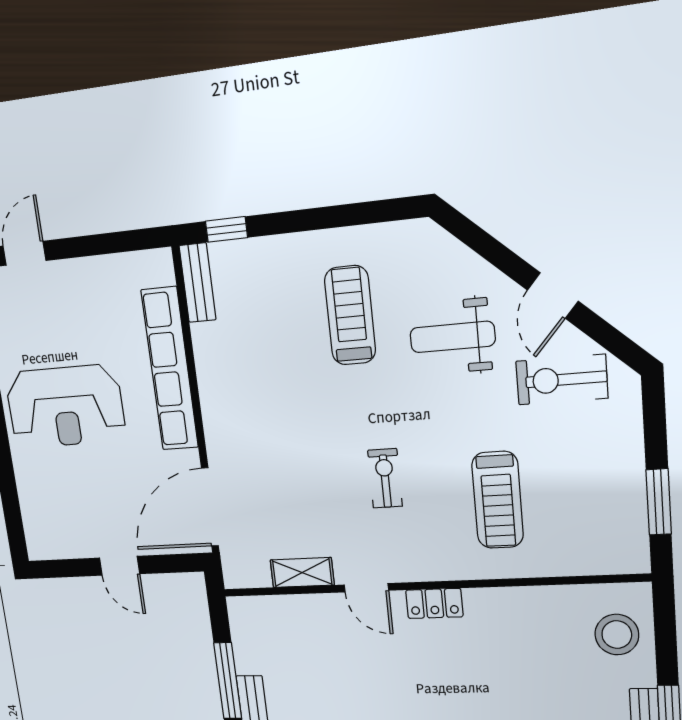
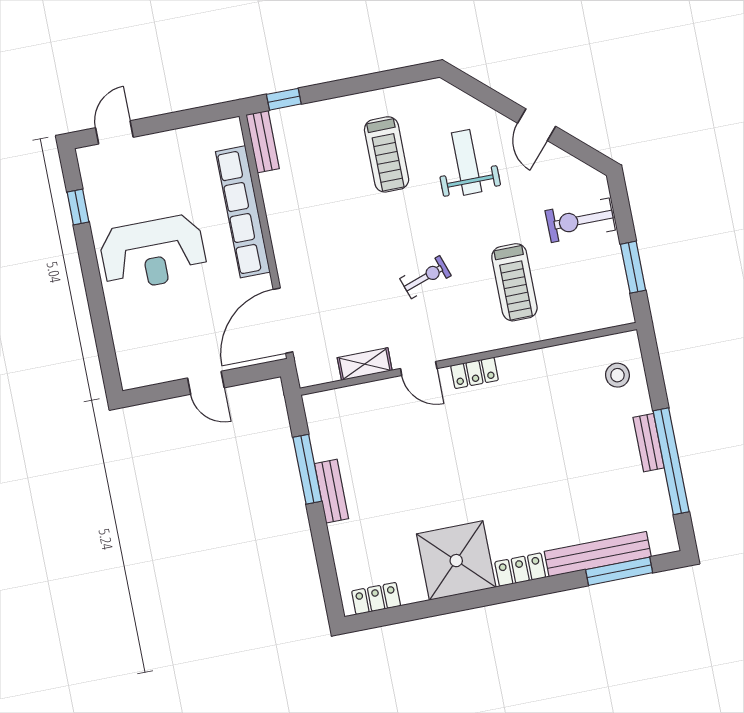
treadmill: (350, 315) -> (387, 154), turned 180
weight bench: (453, 337) -> (467, 162), turned 90
exercise bike: (562, 380) -> (580, 220), moved
exercise bike: (385, 478) -> (425, 277), turned 71
stool: (617, 635) -> (617, 375), width x0.73, depth x0.73

